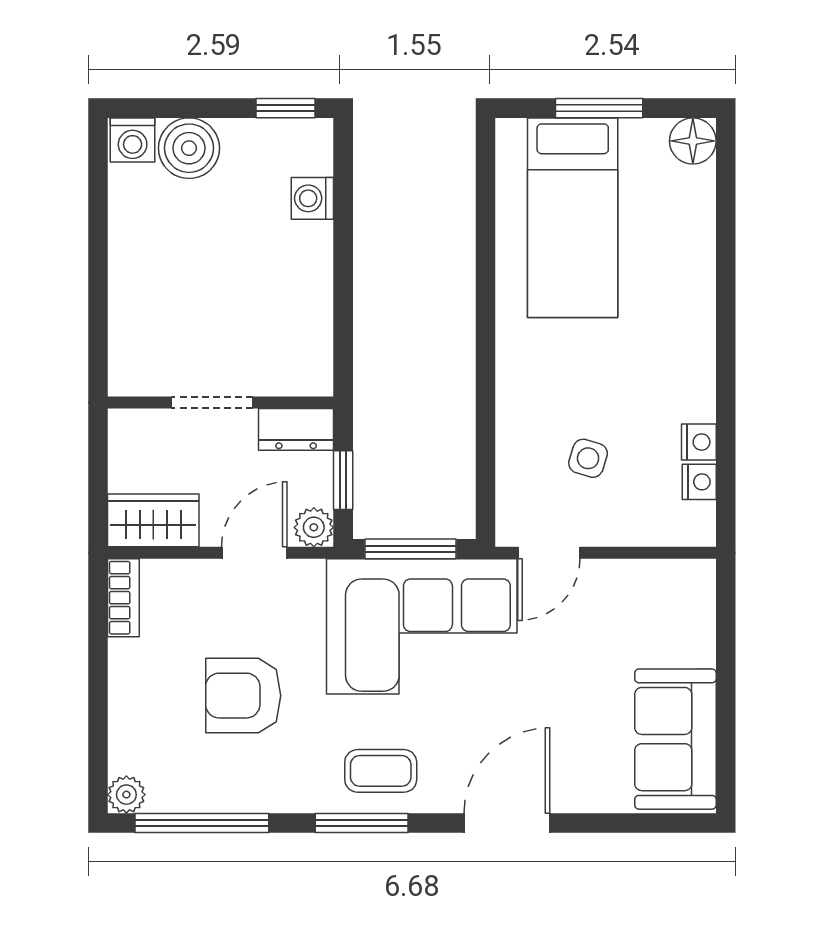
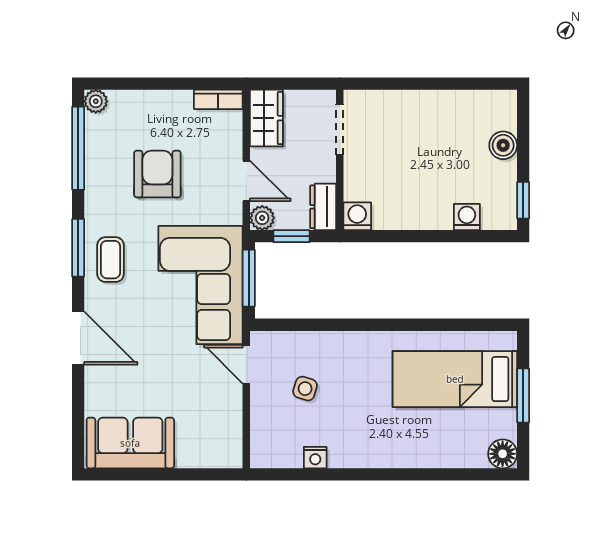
washing machine: (133, 140) -> (357, 216), moved, turned 90
boiler: (189, 148) -> (503, 145), width x0.73, depth x0.73
doorway: (212, 403) -> (340, 130), moved
nightstand: (699, 482) -> (290, 458), removed

